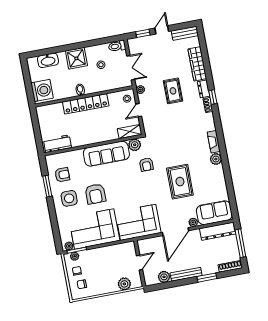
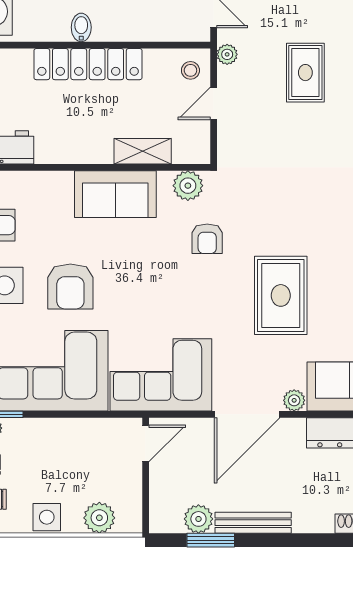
shelving: (130, 132) -> (143, 151), moved
sofa: (106, 154) -> (115, 194), width x0.73
door: (140, 263) -> (146, 443), moved
window: (207, 278) -> (211, 540), moved
side table: (103, 288) -> (47, 517), added

